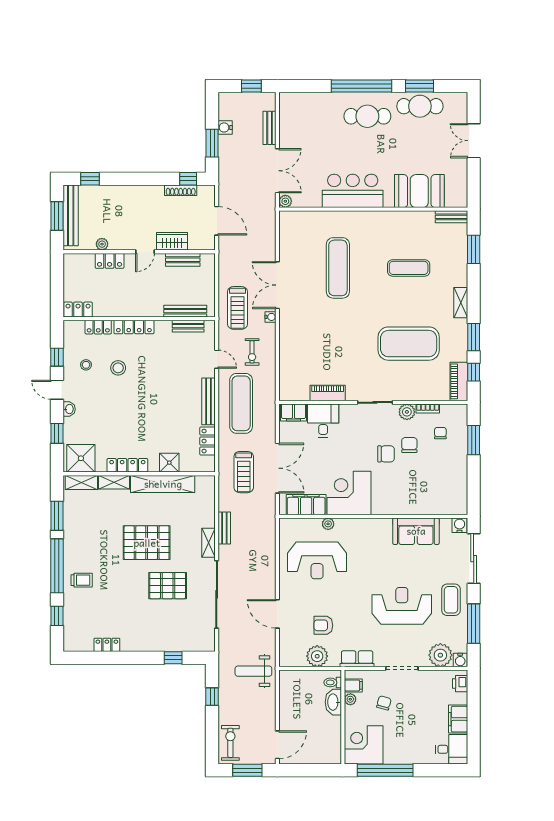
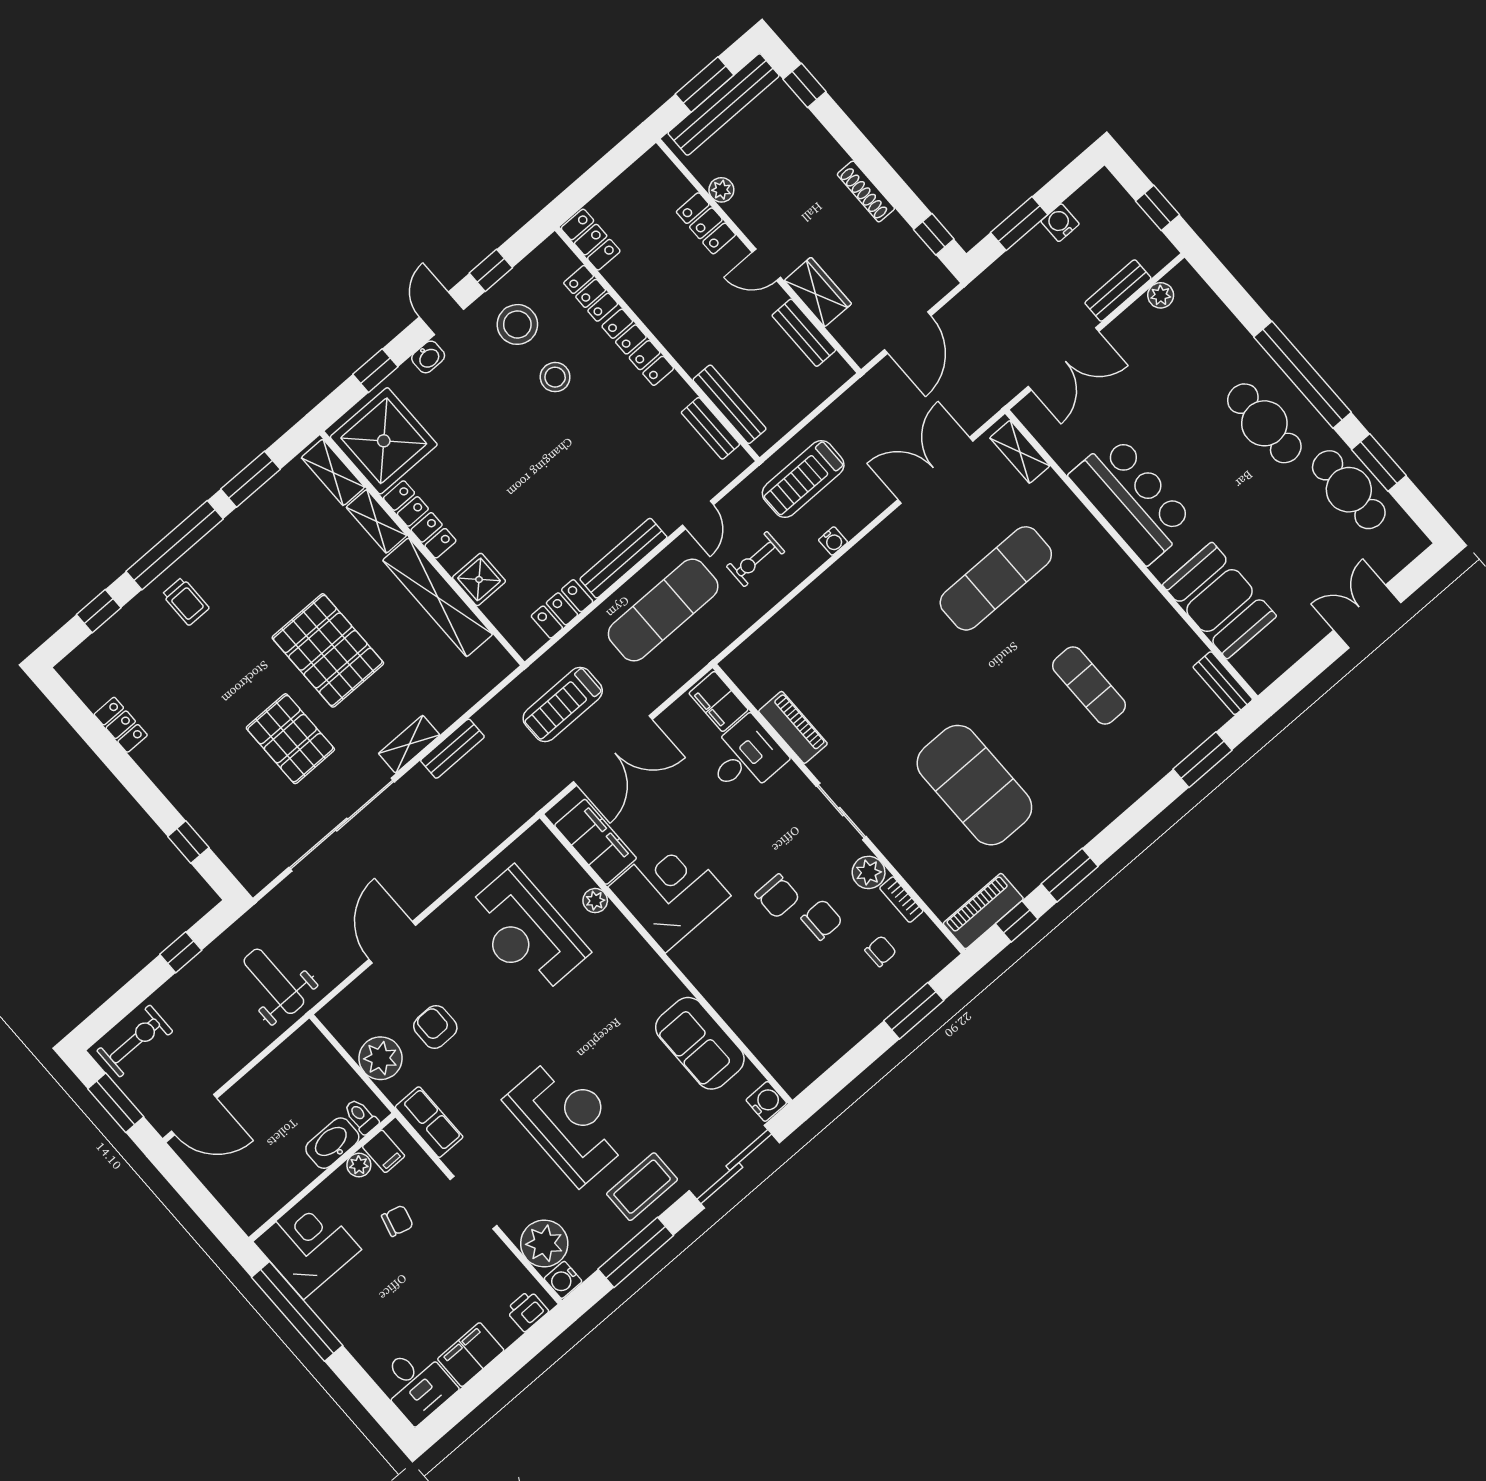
shoe rack: (181, 190) -> (866, 191), moved
plant: (285, 201) -> (1161, 295), moved
double door: (277, 285) -> (935, 470), moved
shelving: (461, 303) -> (1020, 452), moved, turned 90
stool: (86, 365) -> (517, 324), width x1.89, depth x1.89
shower: (81, 458) -> (384, 441), width x1.37, depth x1.37

